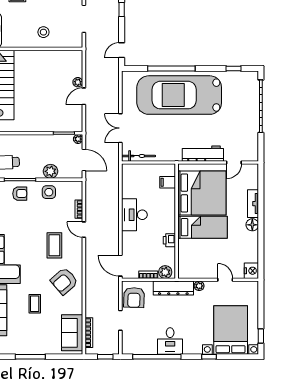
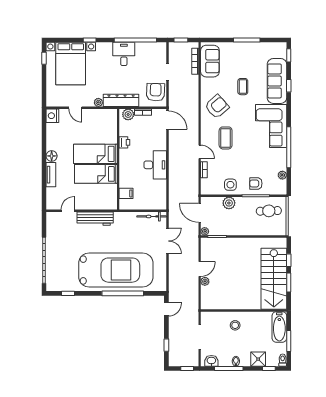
bed: (202, 193) -> (96, 174), width x0.49

